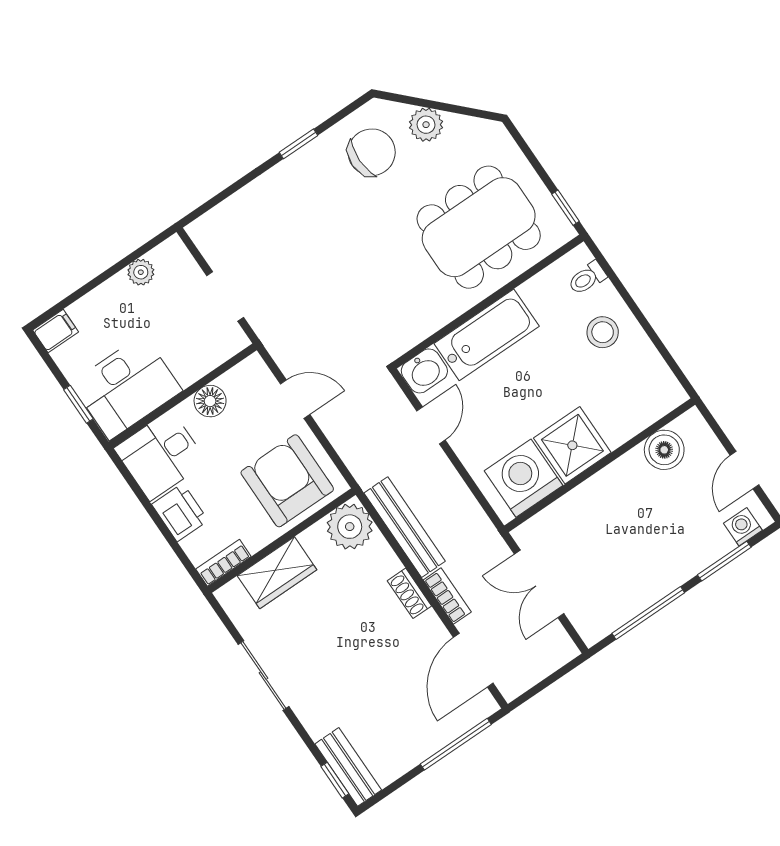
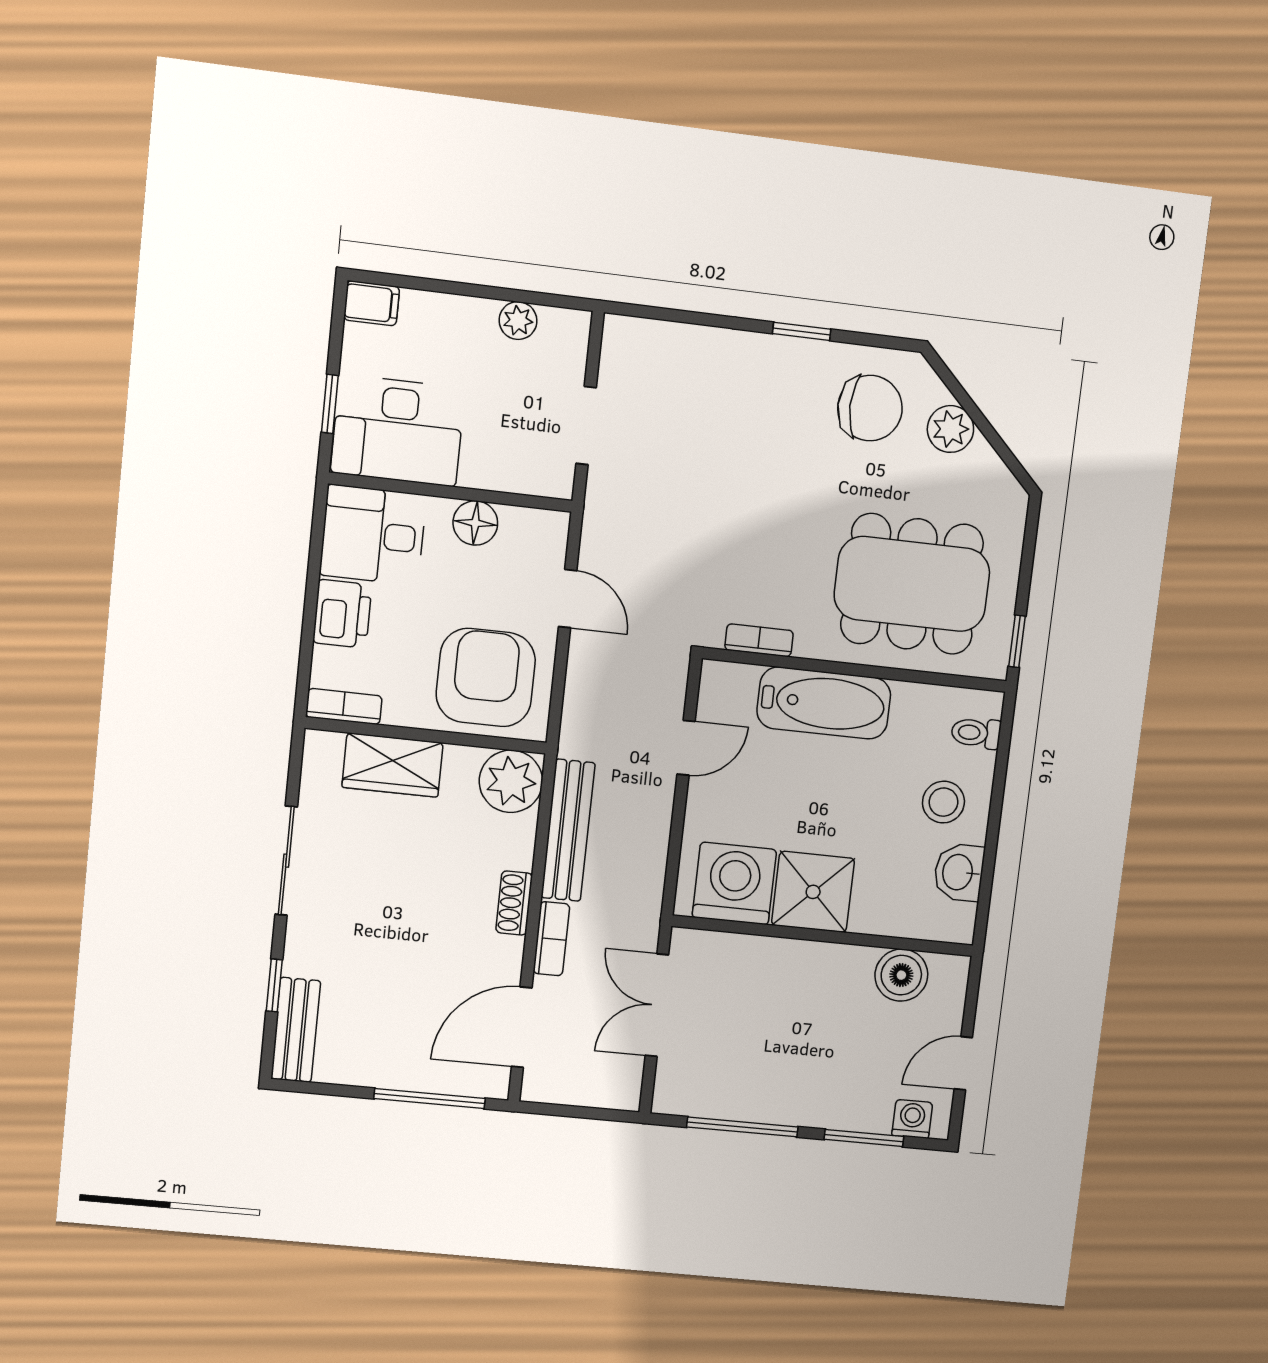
bookcase: (420, 331) -> (759, 640), added
washbasin: (424, 371) -> (959, 872), moved, turned 90
window: (335, 780) -> (274, 985), moved

